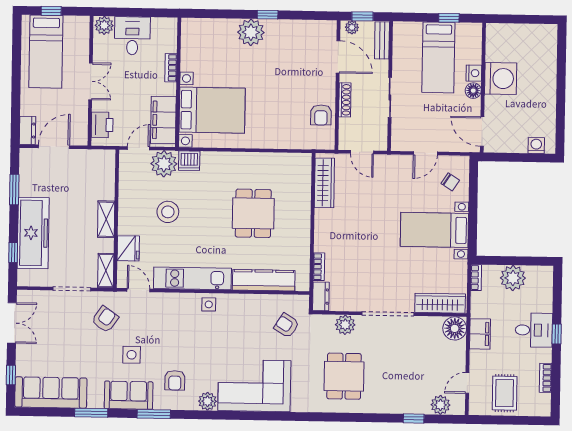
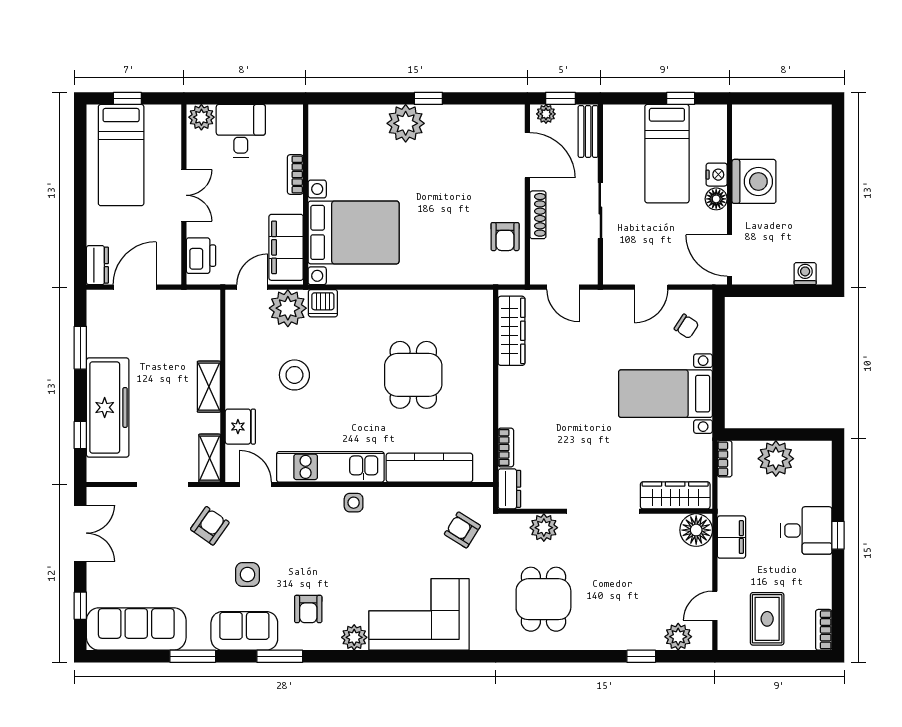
bookcase: (546, 378) -> (824, 630), moved

